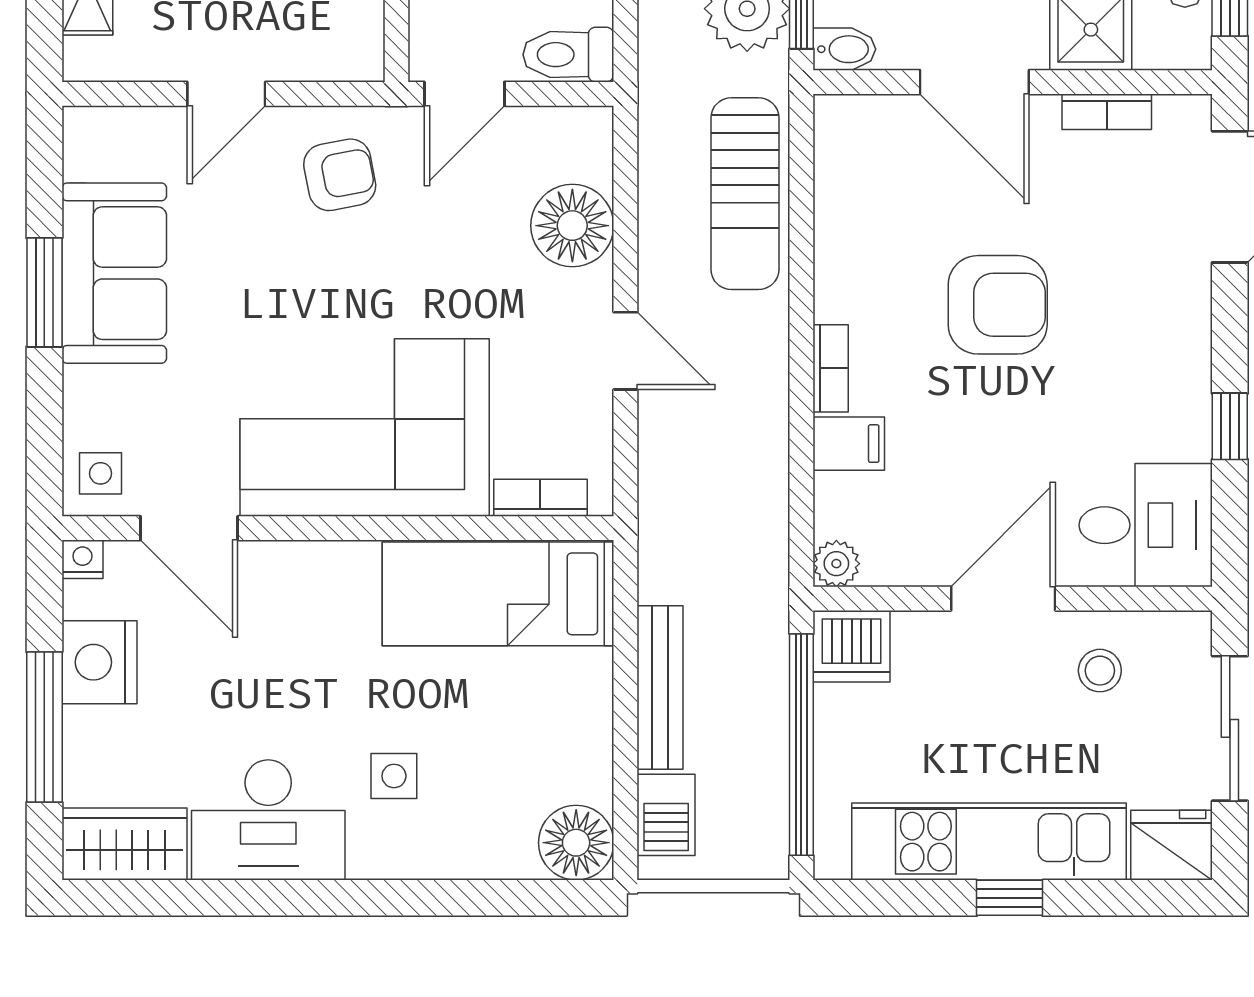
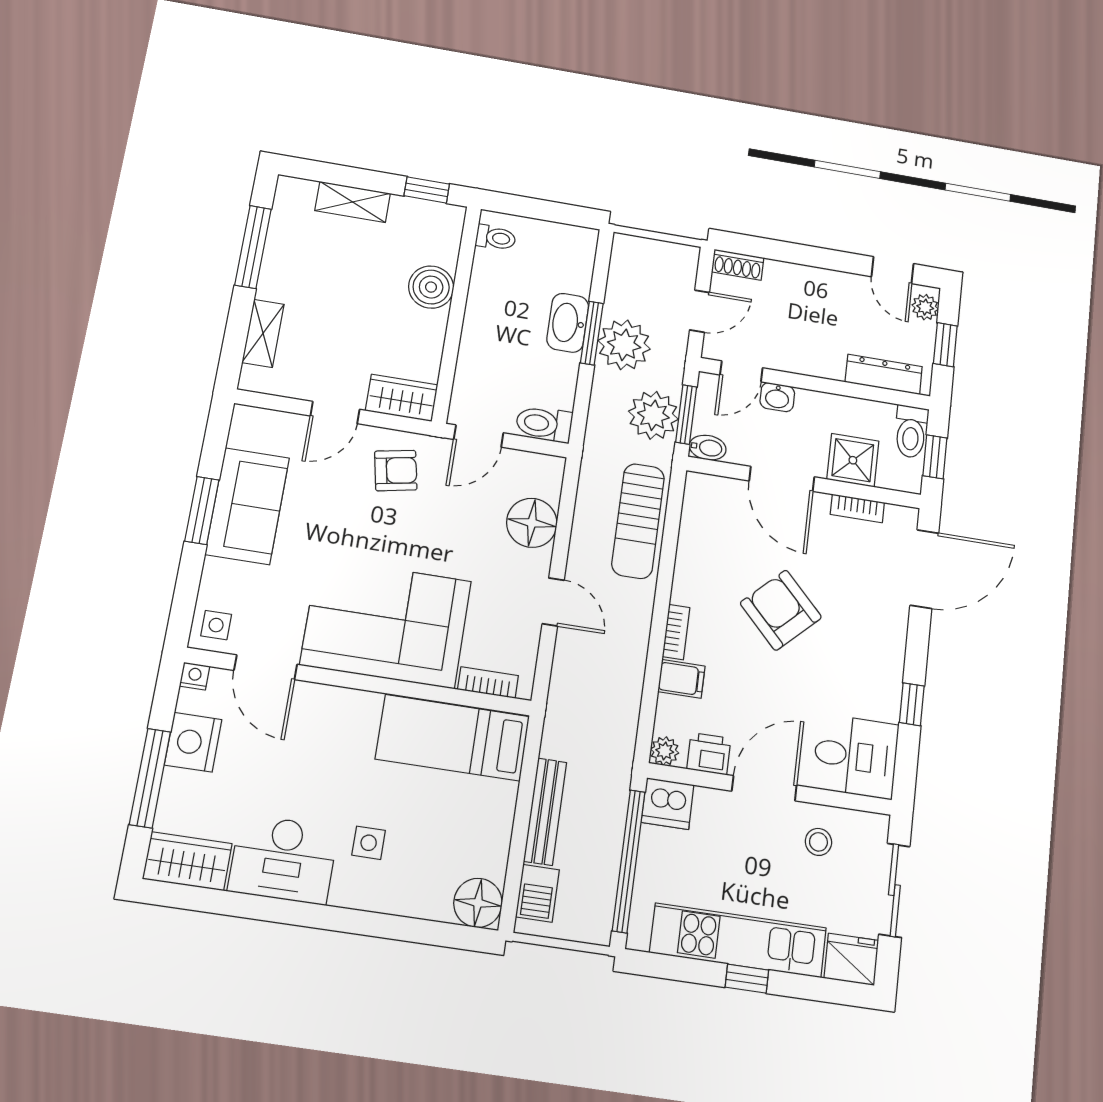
wardrobe: (329, 50) -> (402, 398), added
armchair: (998, 305) -> (781, 610), turned -134
printer: (908, 557) -> (709, 754), added

